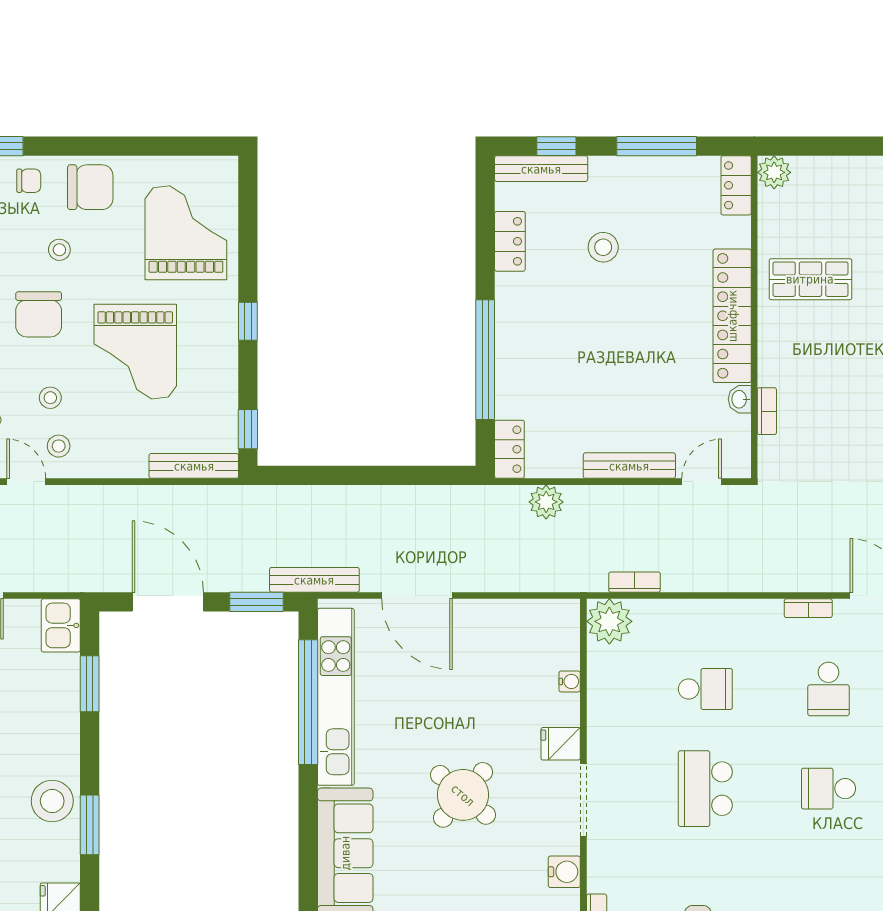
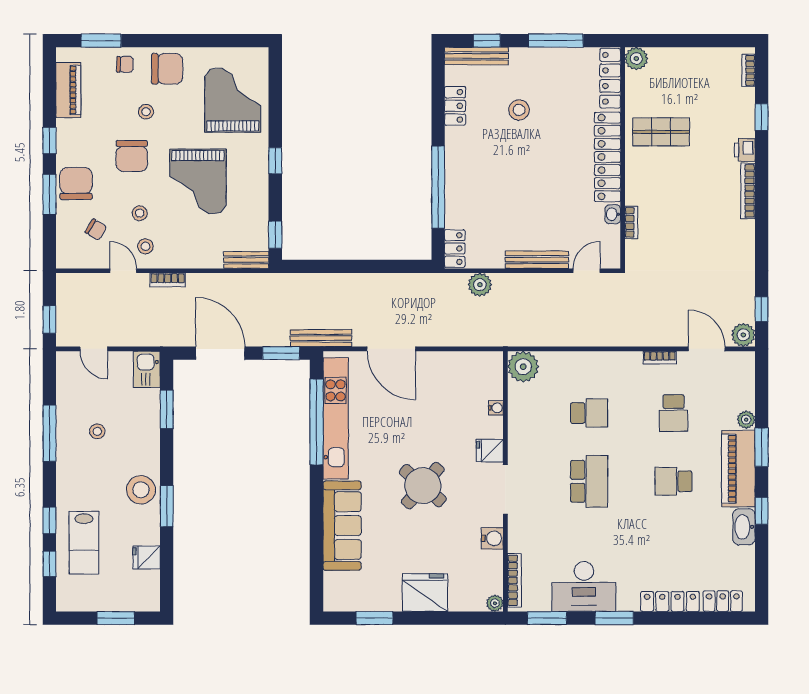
locker: (736, 185) -> (610, 78), width x1.53
bench: (194, 466) -> (246, 260), width x0.73
bookcase: (634, 582) -> (168, 280), moved, turned 180
school desk: (705, 789) -> (589, 481), turned 180

